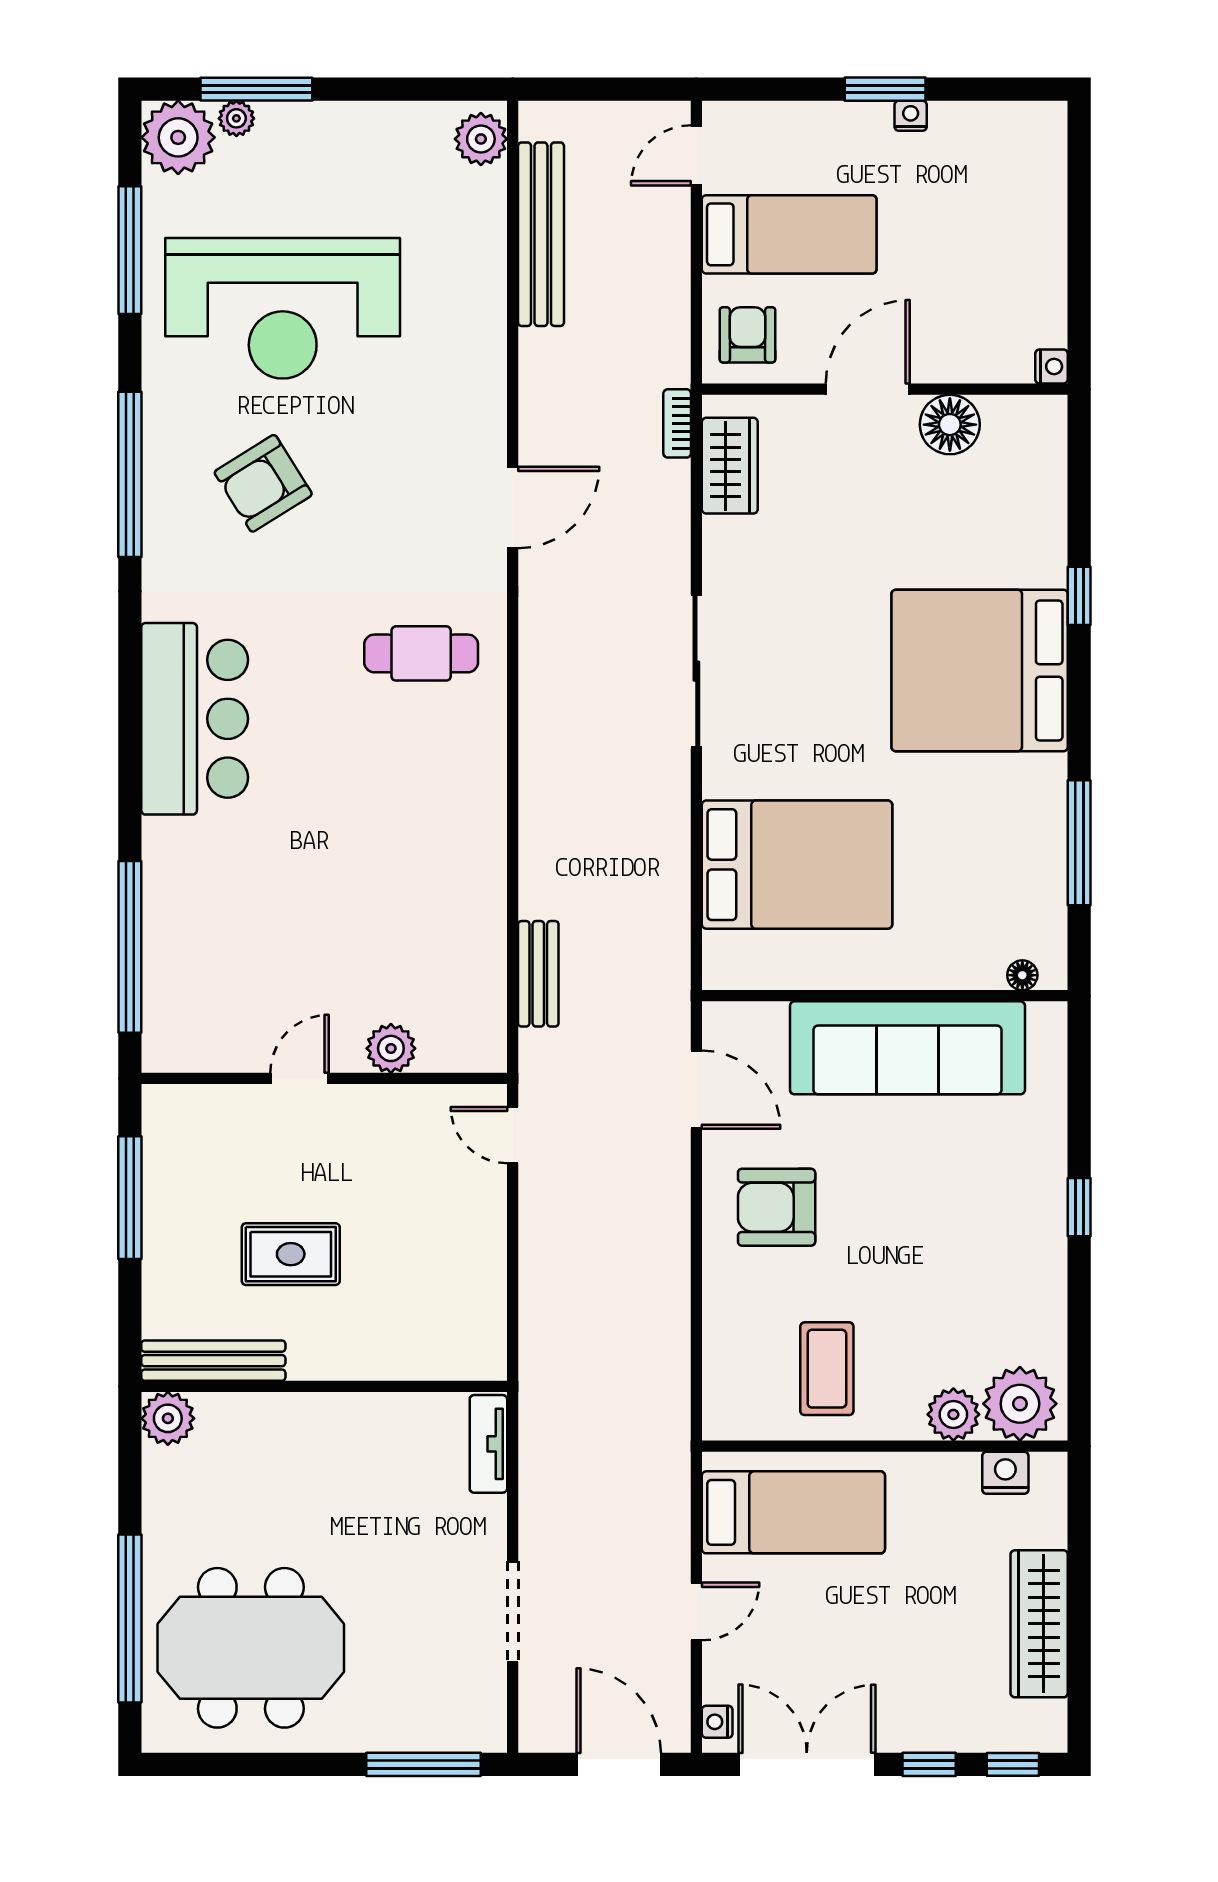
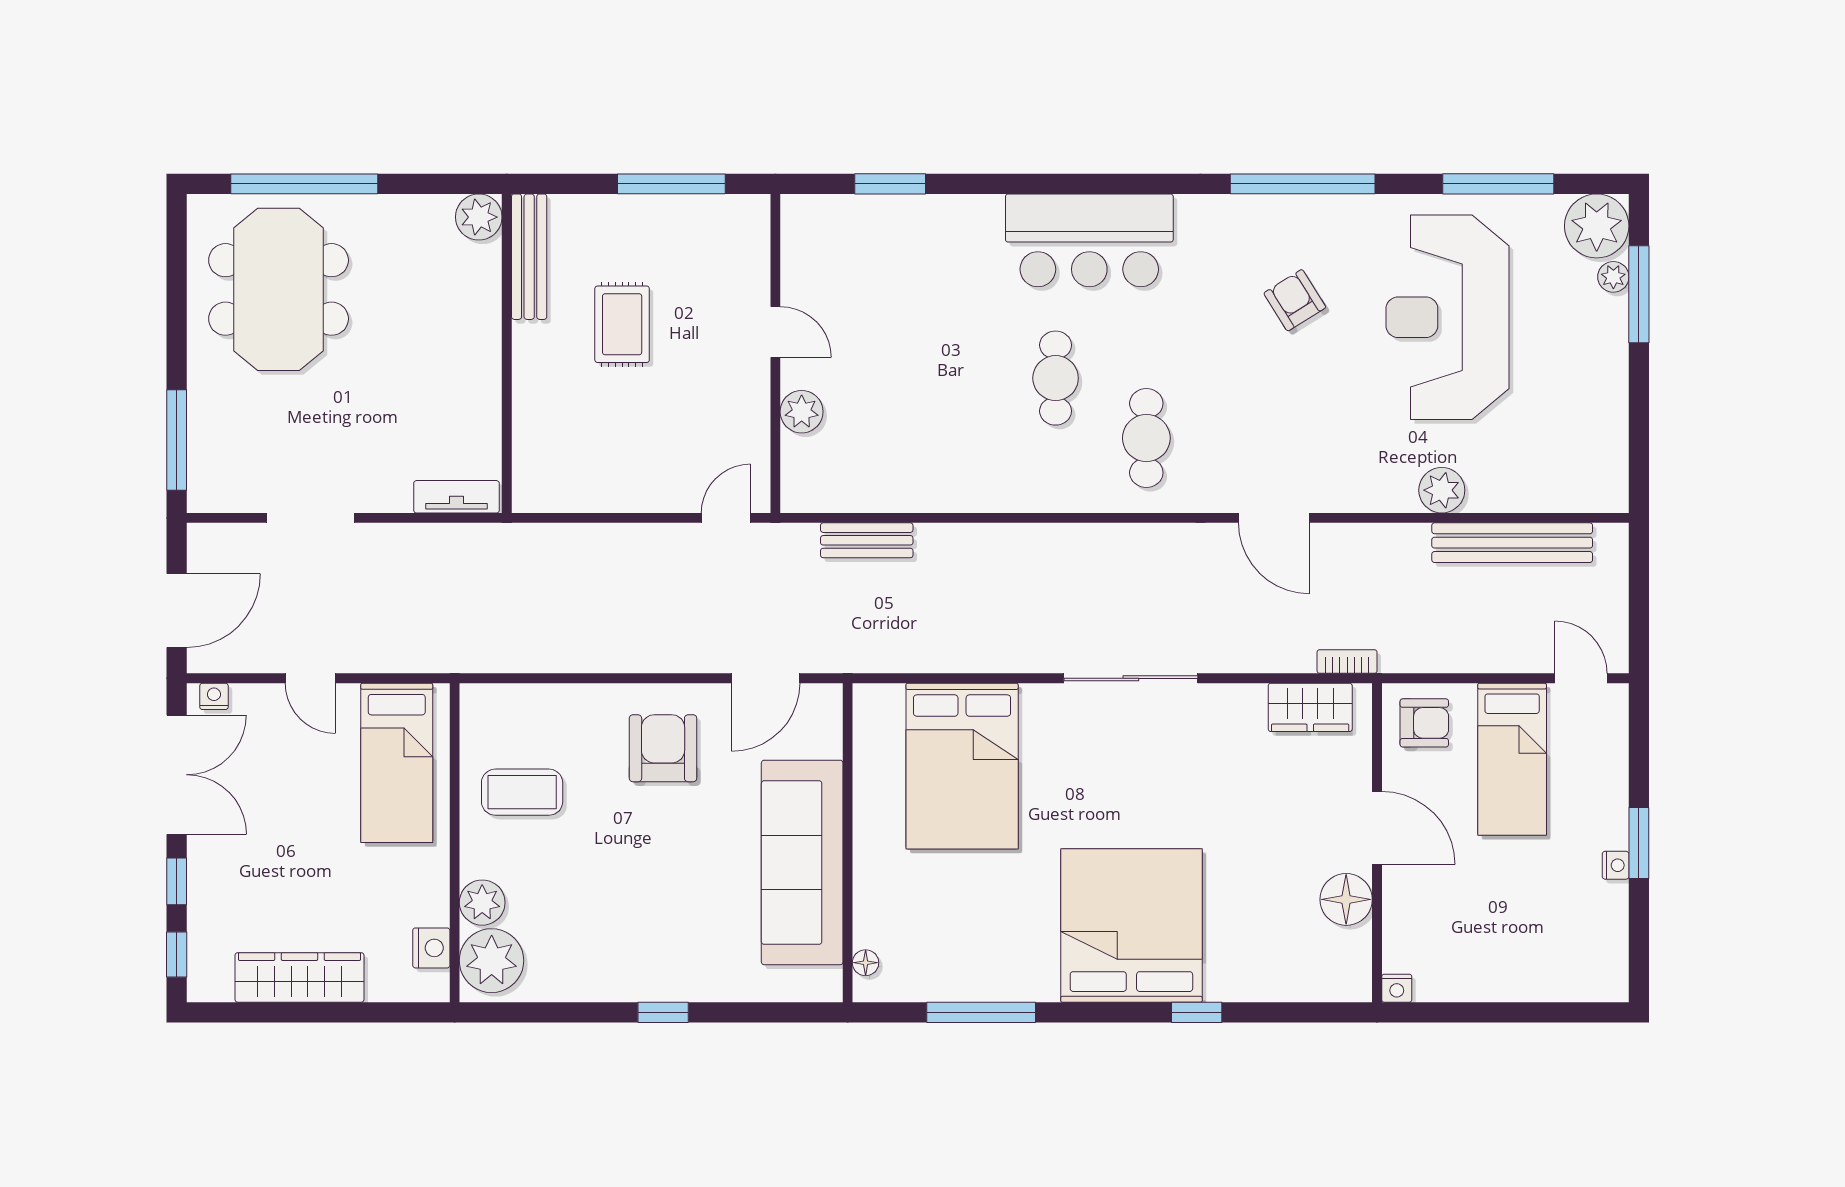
plant: (481, 139) -> (1442, 490), moved
armchair: (263, 483) -> (1295, 300), width x0.72, depth x0.72
cafe table: (352, 757) -> (1056, 378), added
window: (130, 947) -> (890, 184), width x0.47

